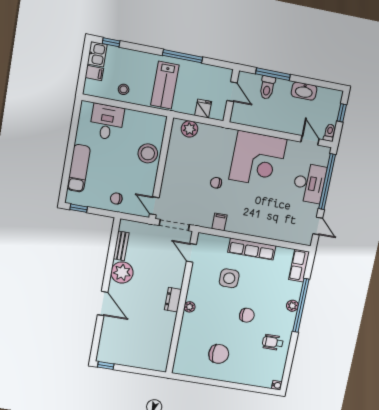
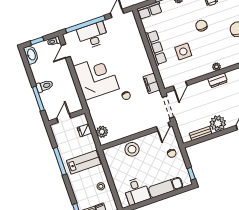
toilet: (267, 87) -> (45, 86), moved
washbasin: (304, 91) -> (31, 55), moved
desk: (107, 122) -> (137, 191), moved, turned -90
filing cabinet: (219, 222) -> (151, 83), width x2.00

